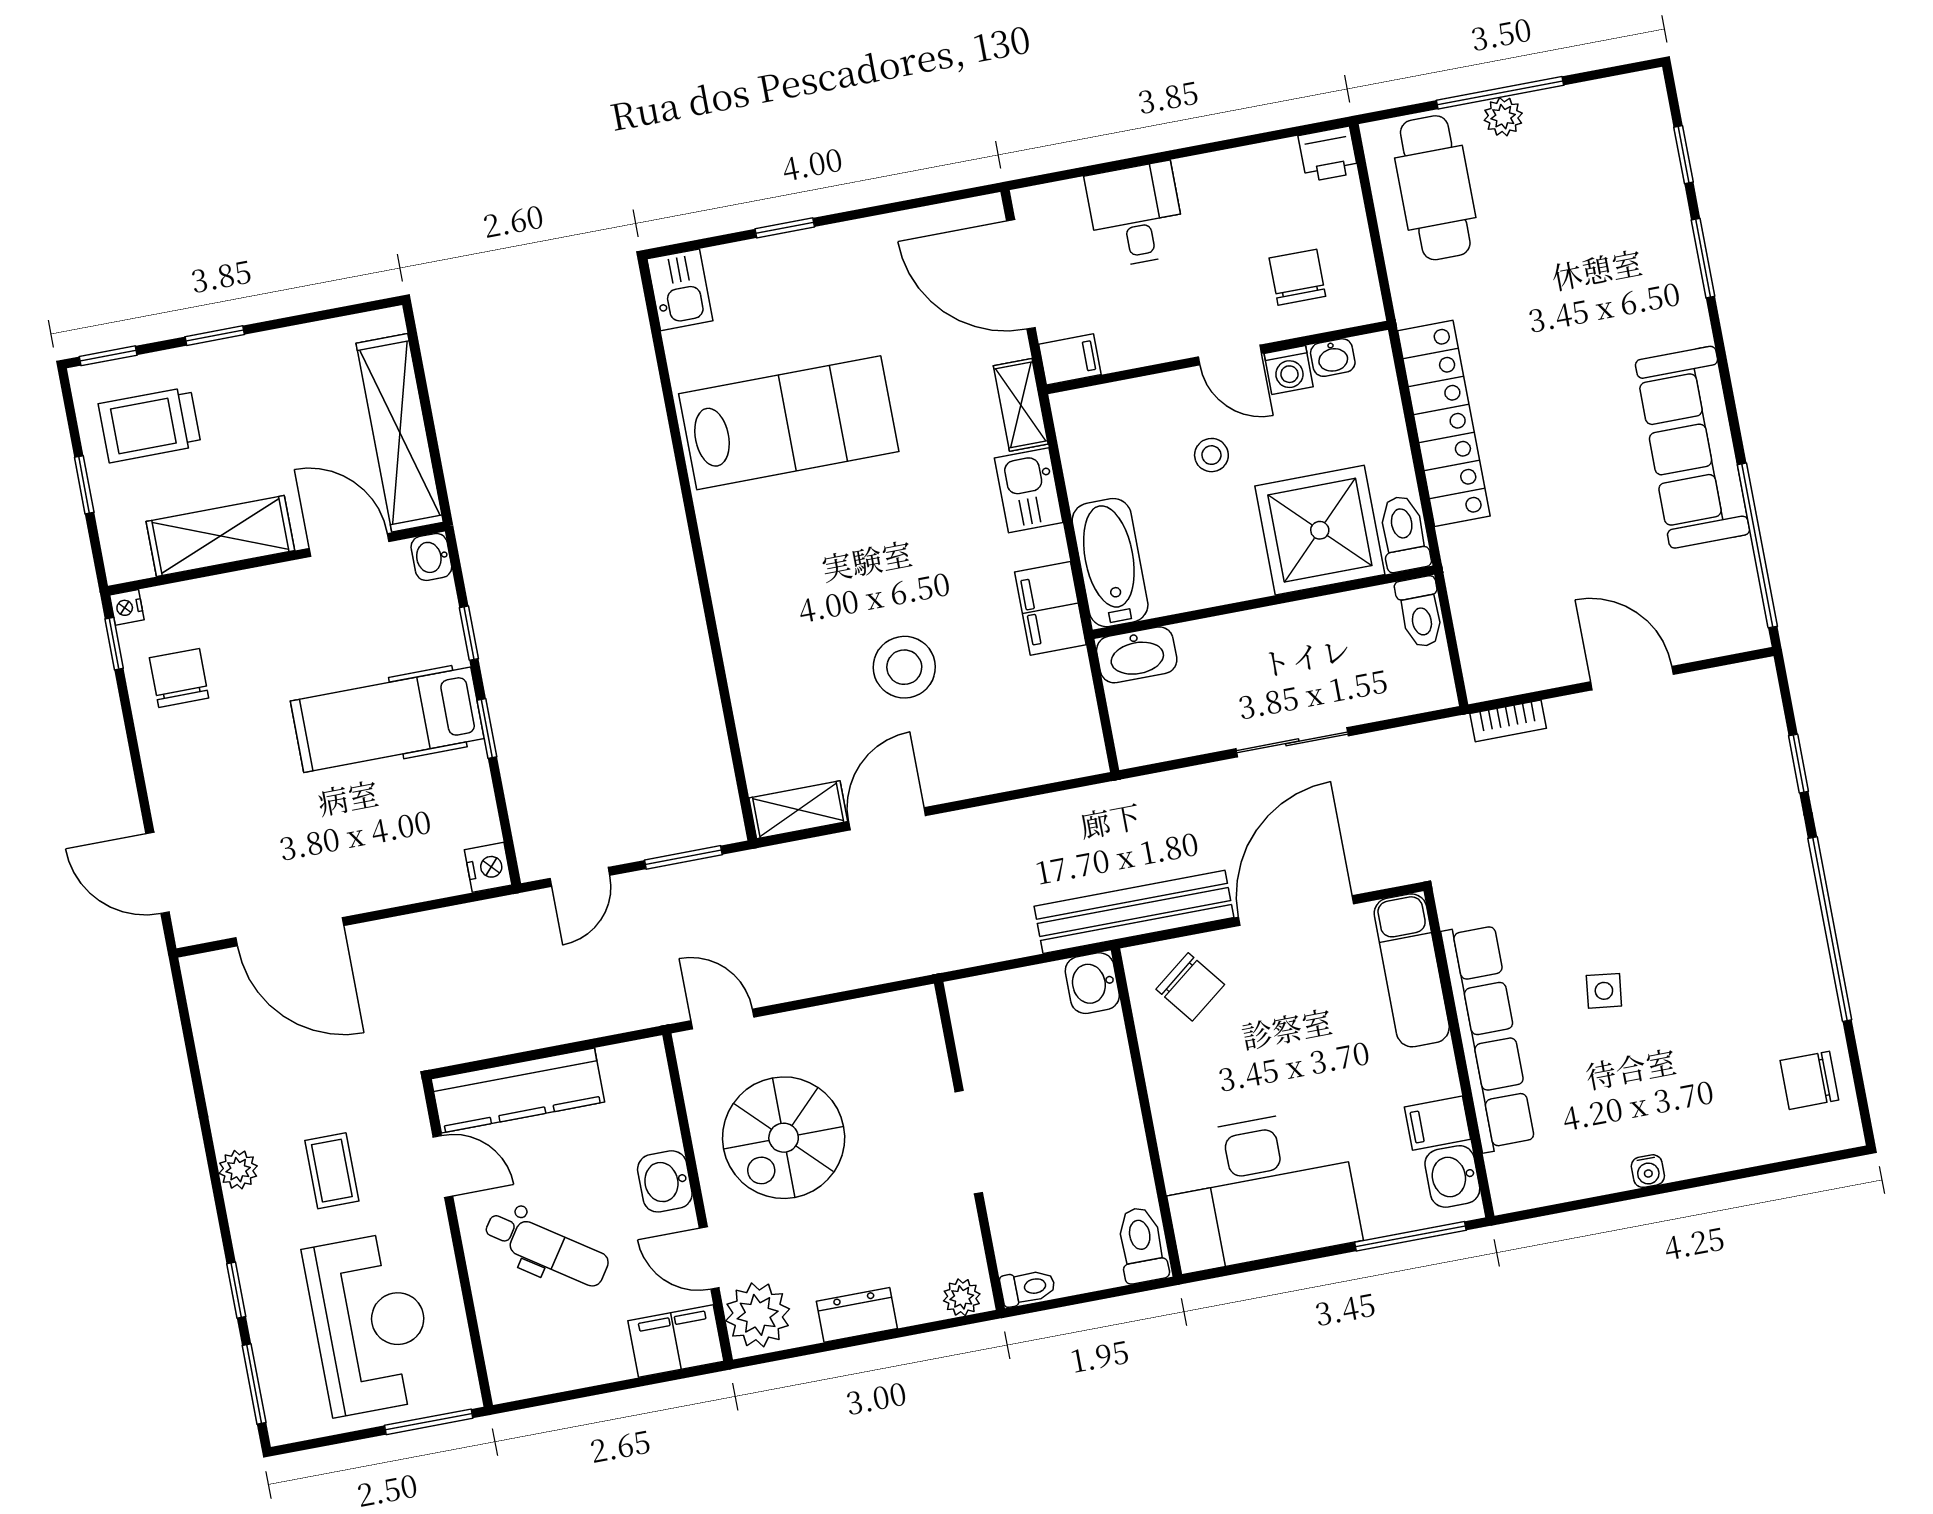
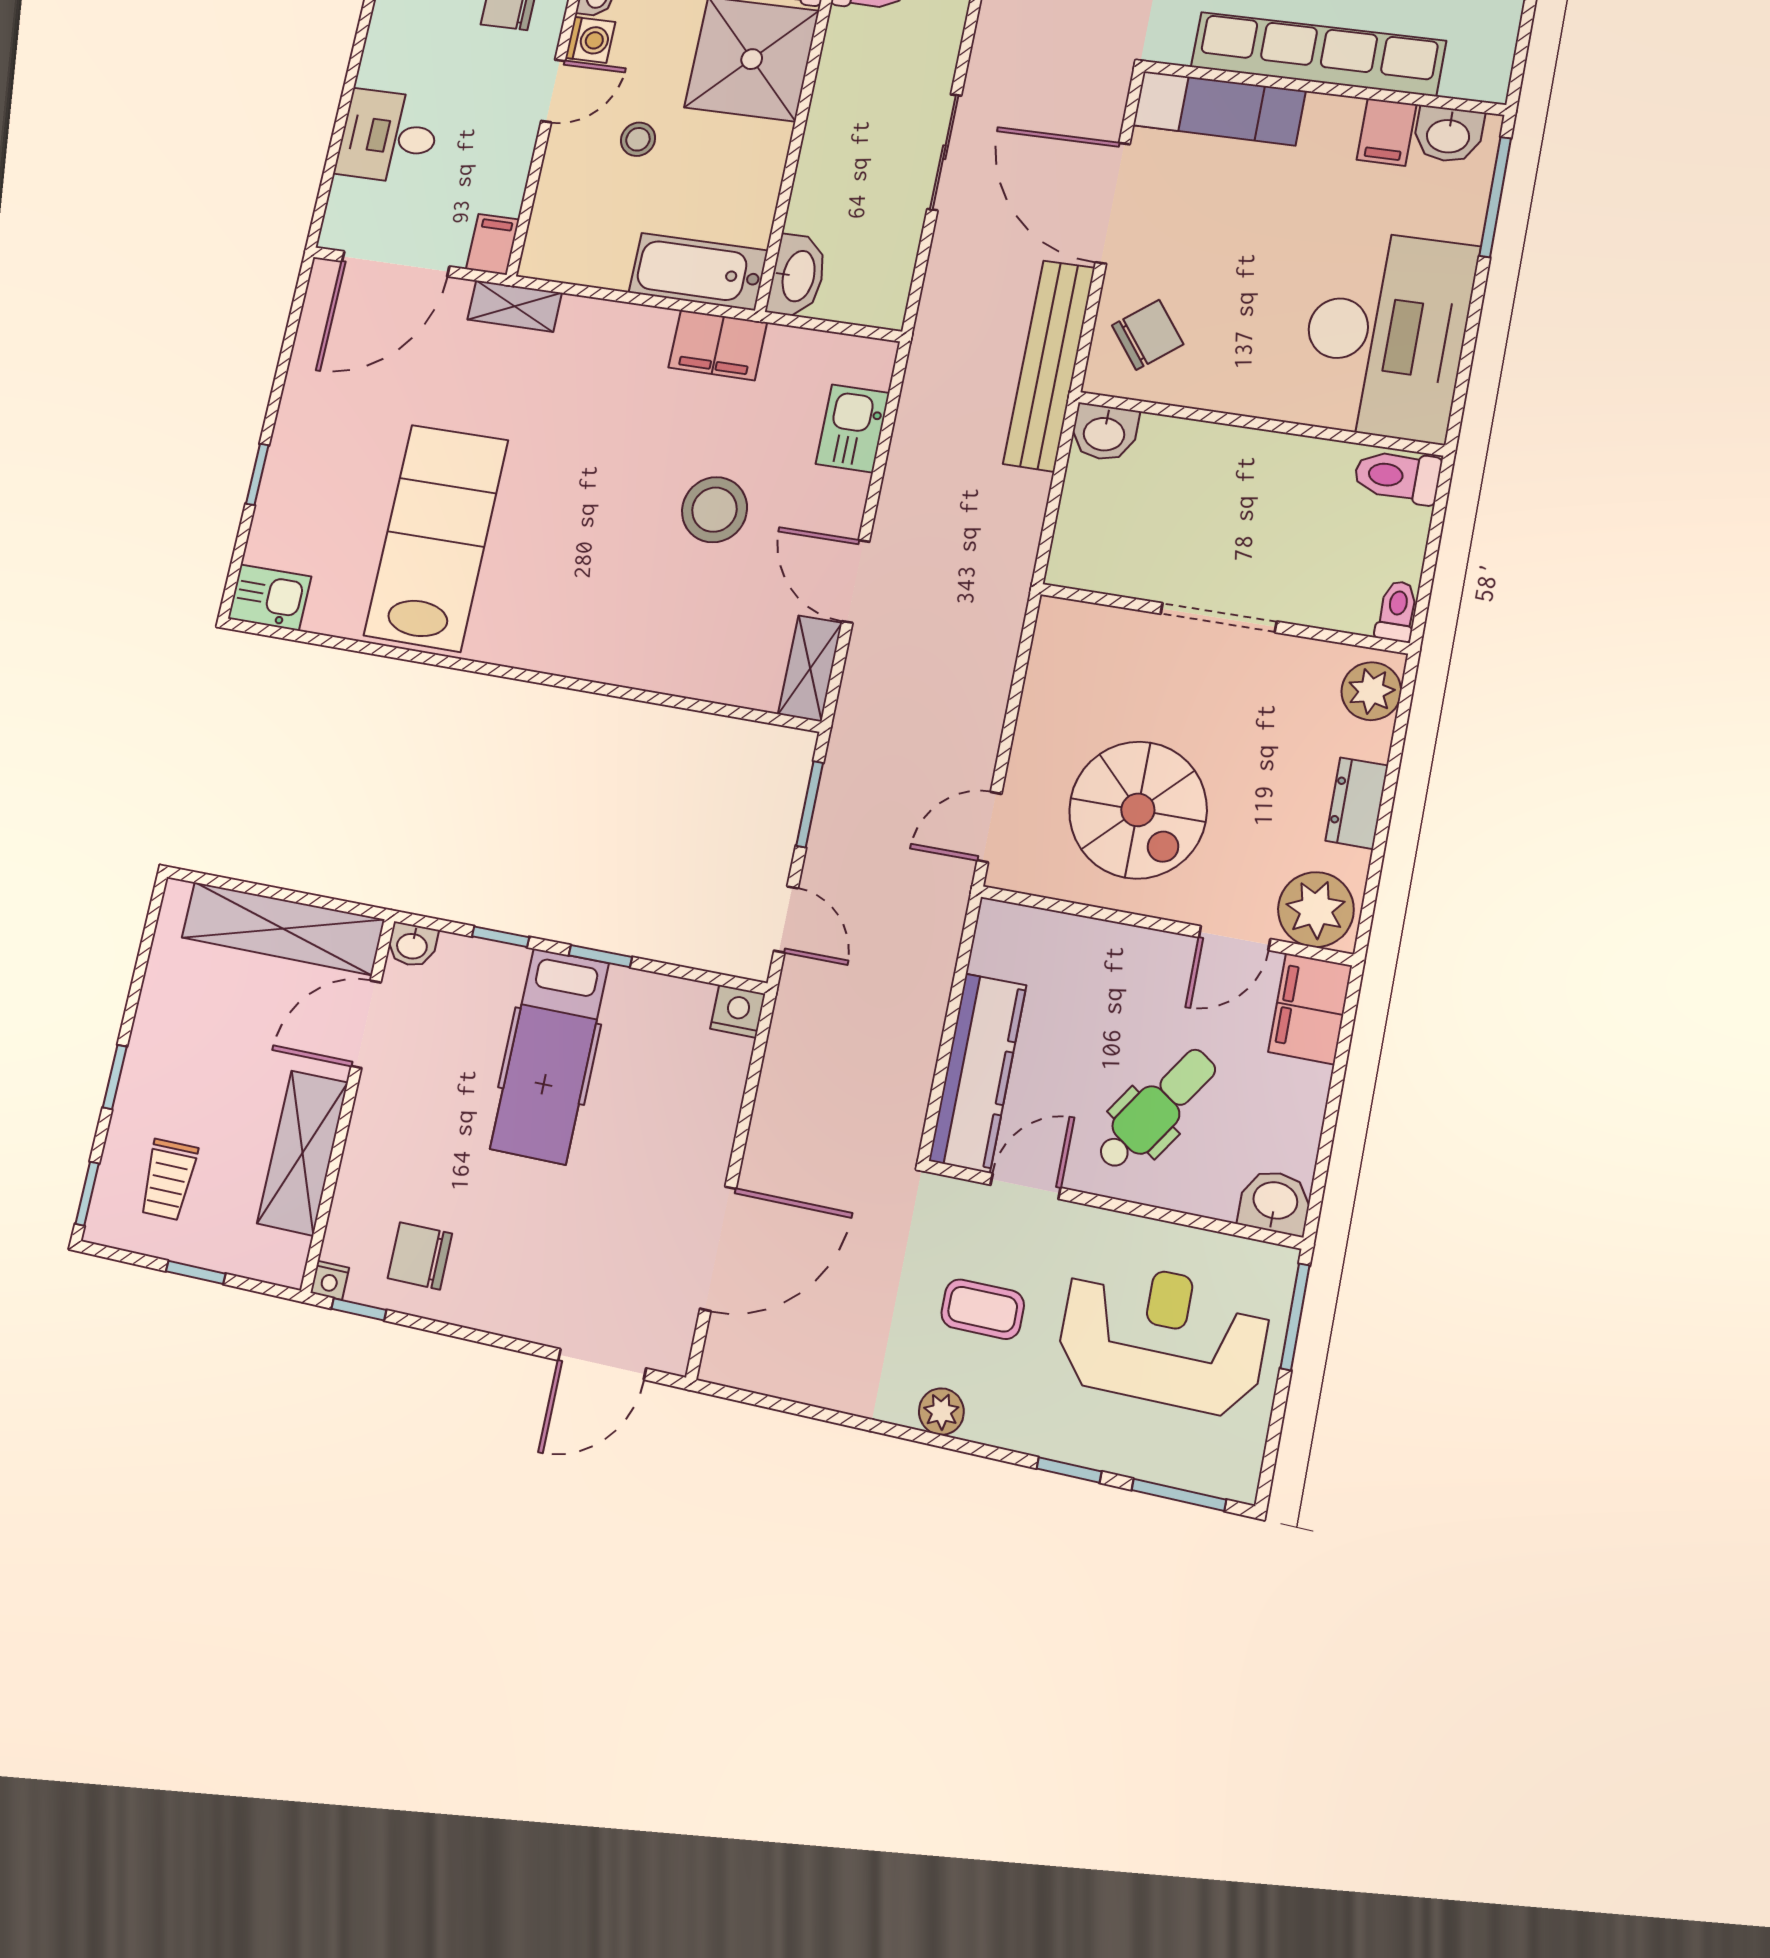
trolley: (150, 425) -> (168, 1180), width x0.73, depth x0.72
kitchen sink: (1029, 490) -> (853, 428), moved, turned 90
washbasin: (665, 1181) -> (1275, 1202), moved, turned 180
plant: (962, 1297) -> (1371, 691), width x1.38, depth x1.38

